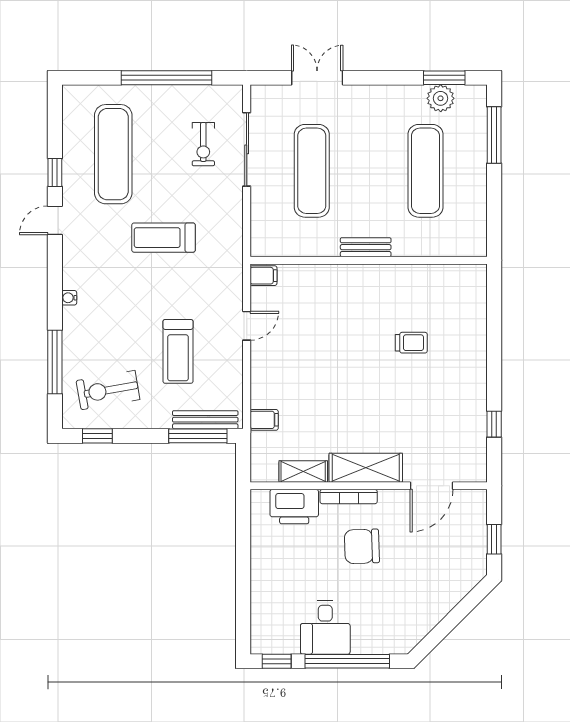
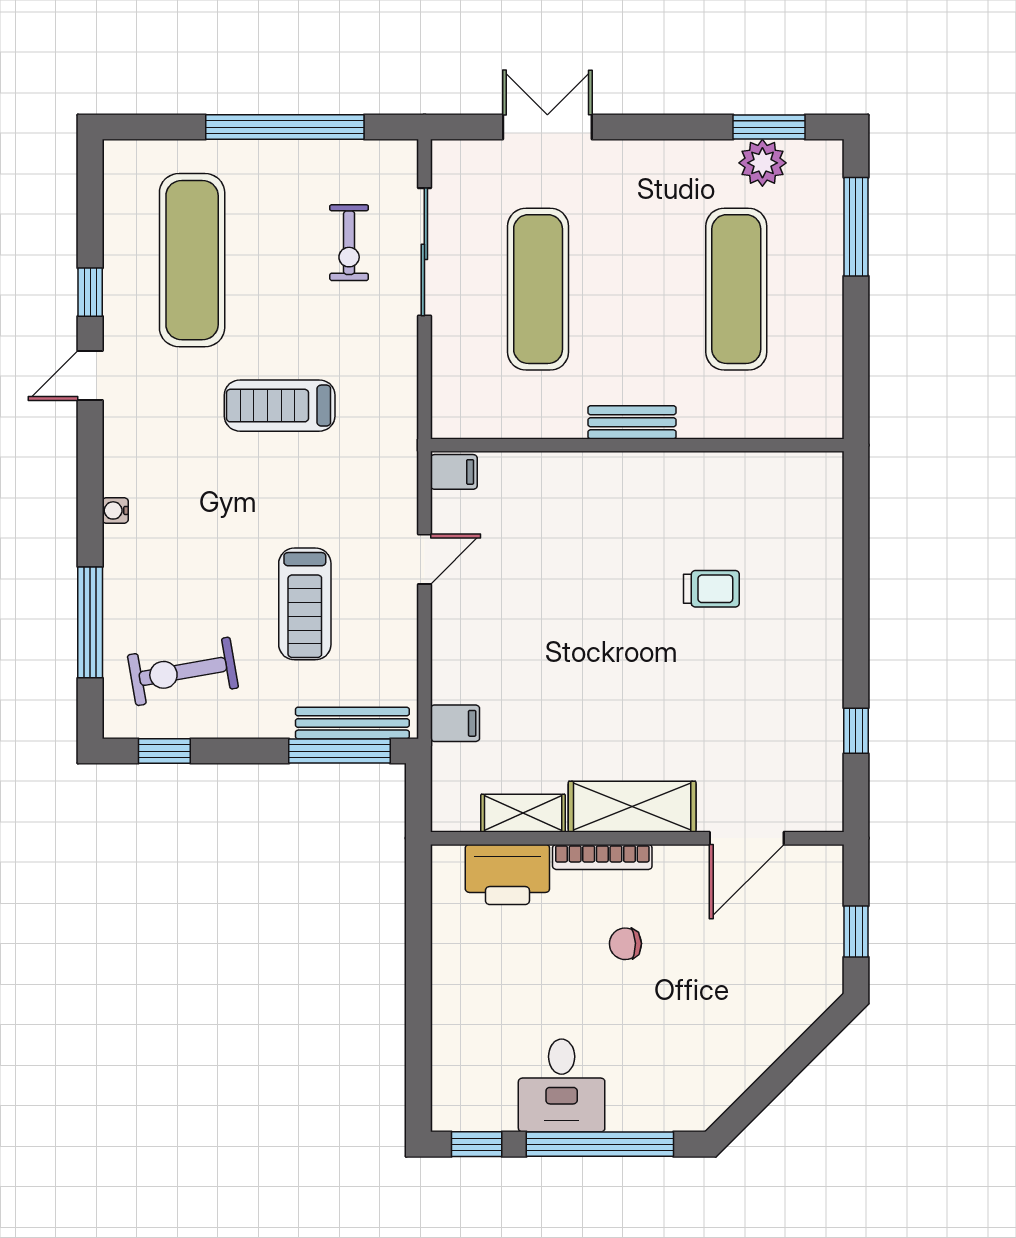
chair: (362, 546) -> (625, 944), width x0.54, depth x0.54

